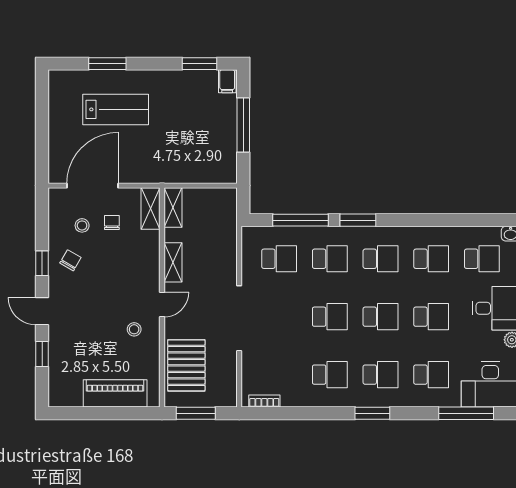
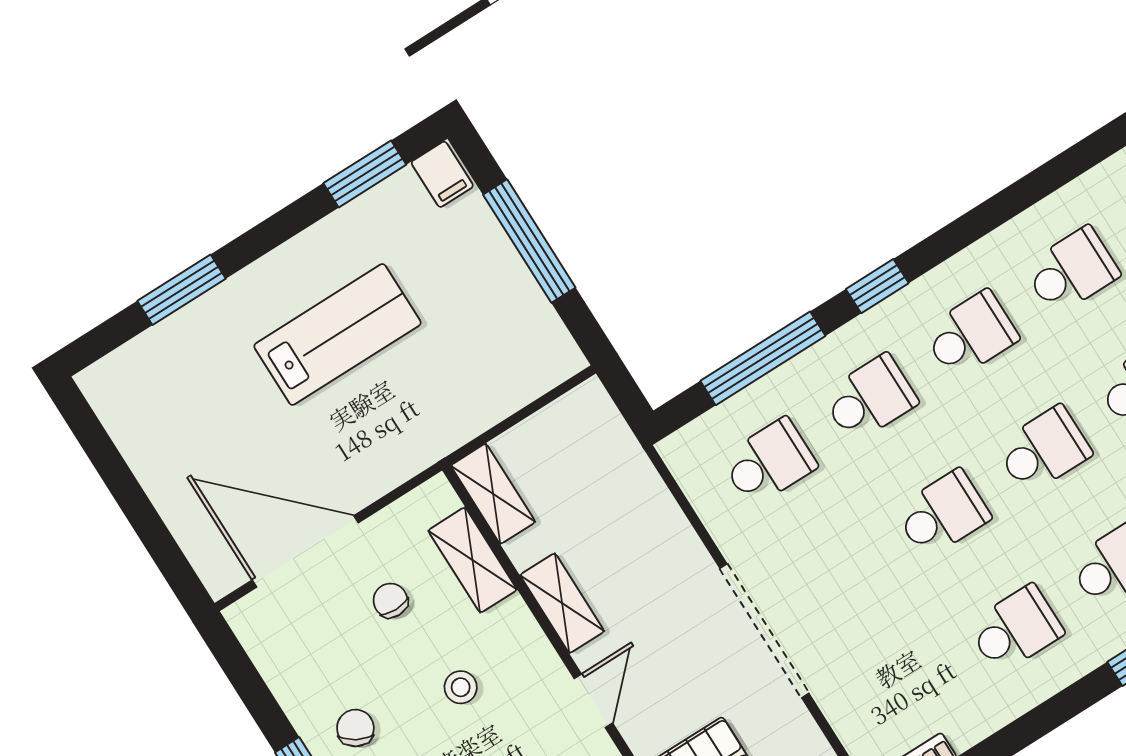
lab bench: (116, 109) -> (337, 334), moved
door: (92, 186) -> (305, 551), hinge flipped
shelving: (151, 208) -> (473, 560), moved
window: (358, 220) -> (877, 286), width x0.67
stool: (82, 225) -> (461, 687), moved

